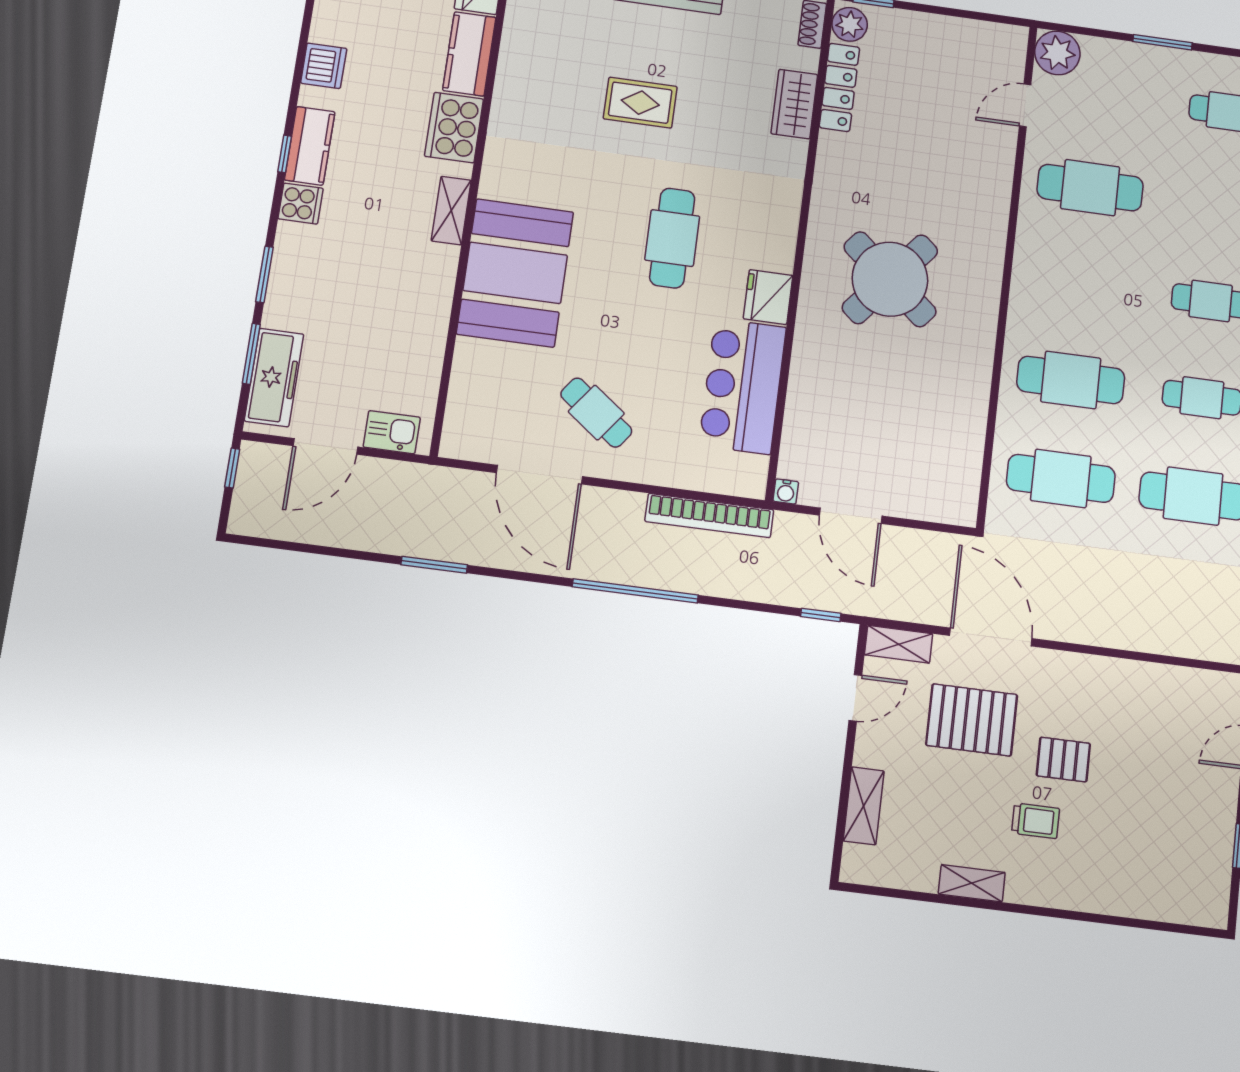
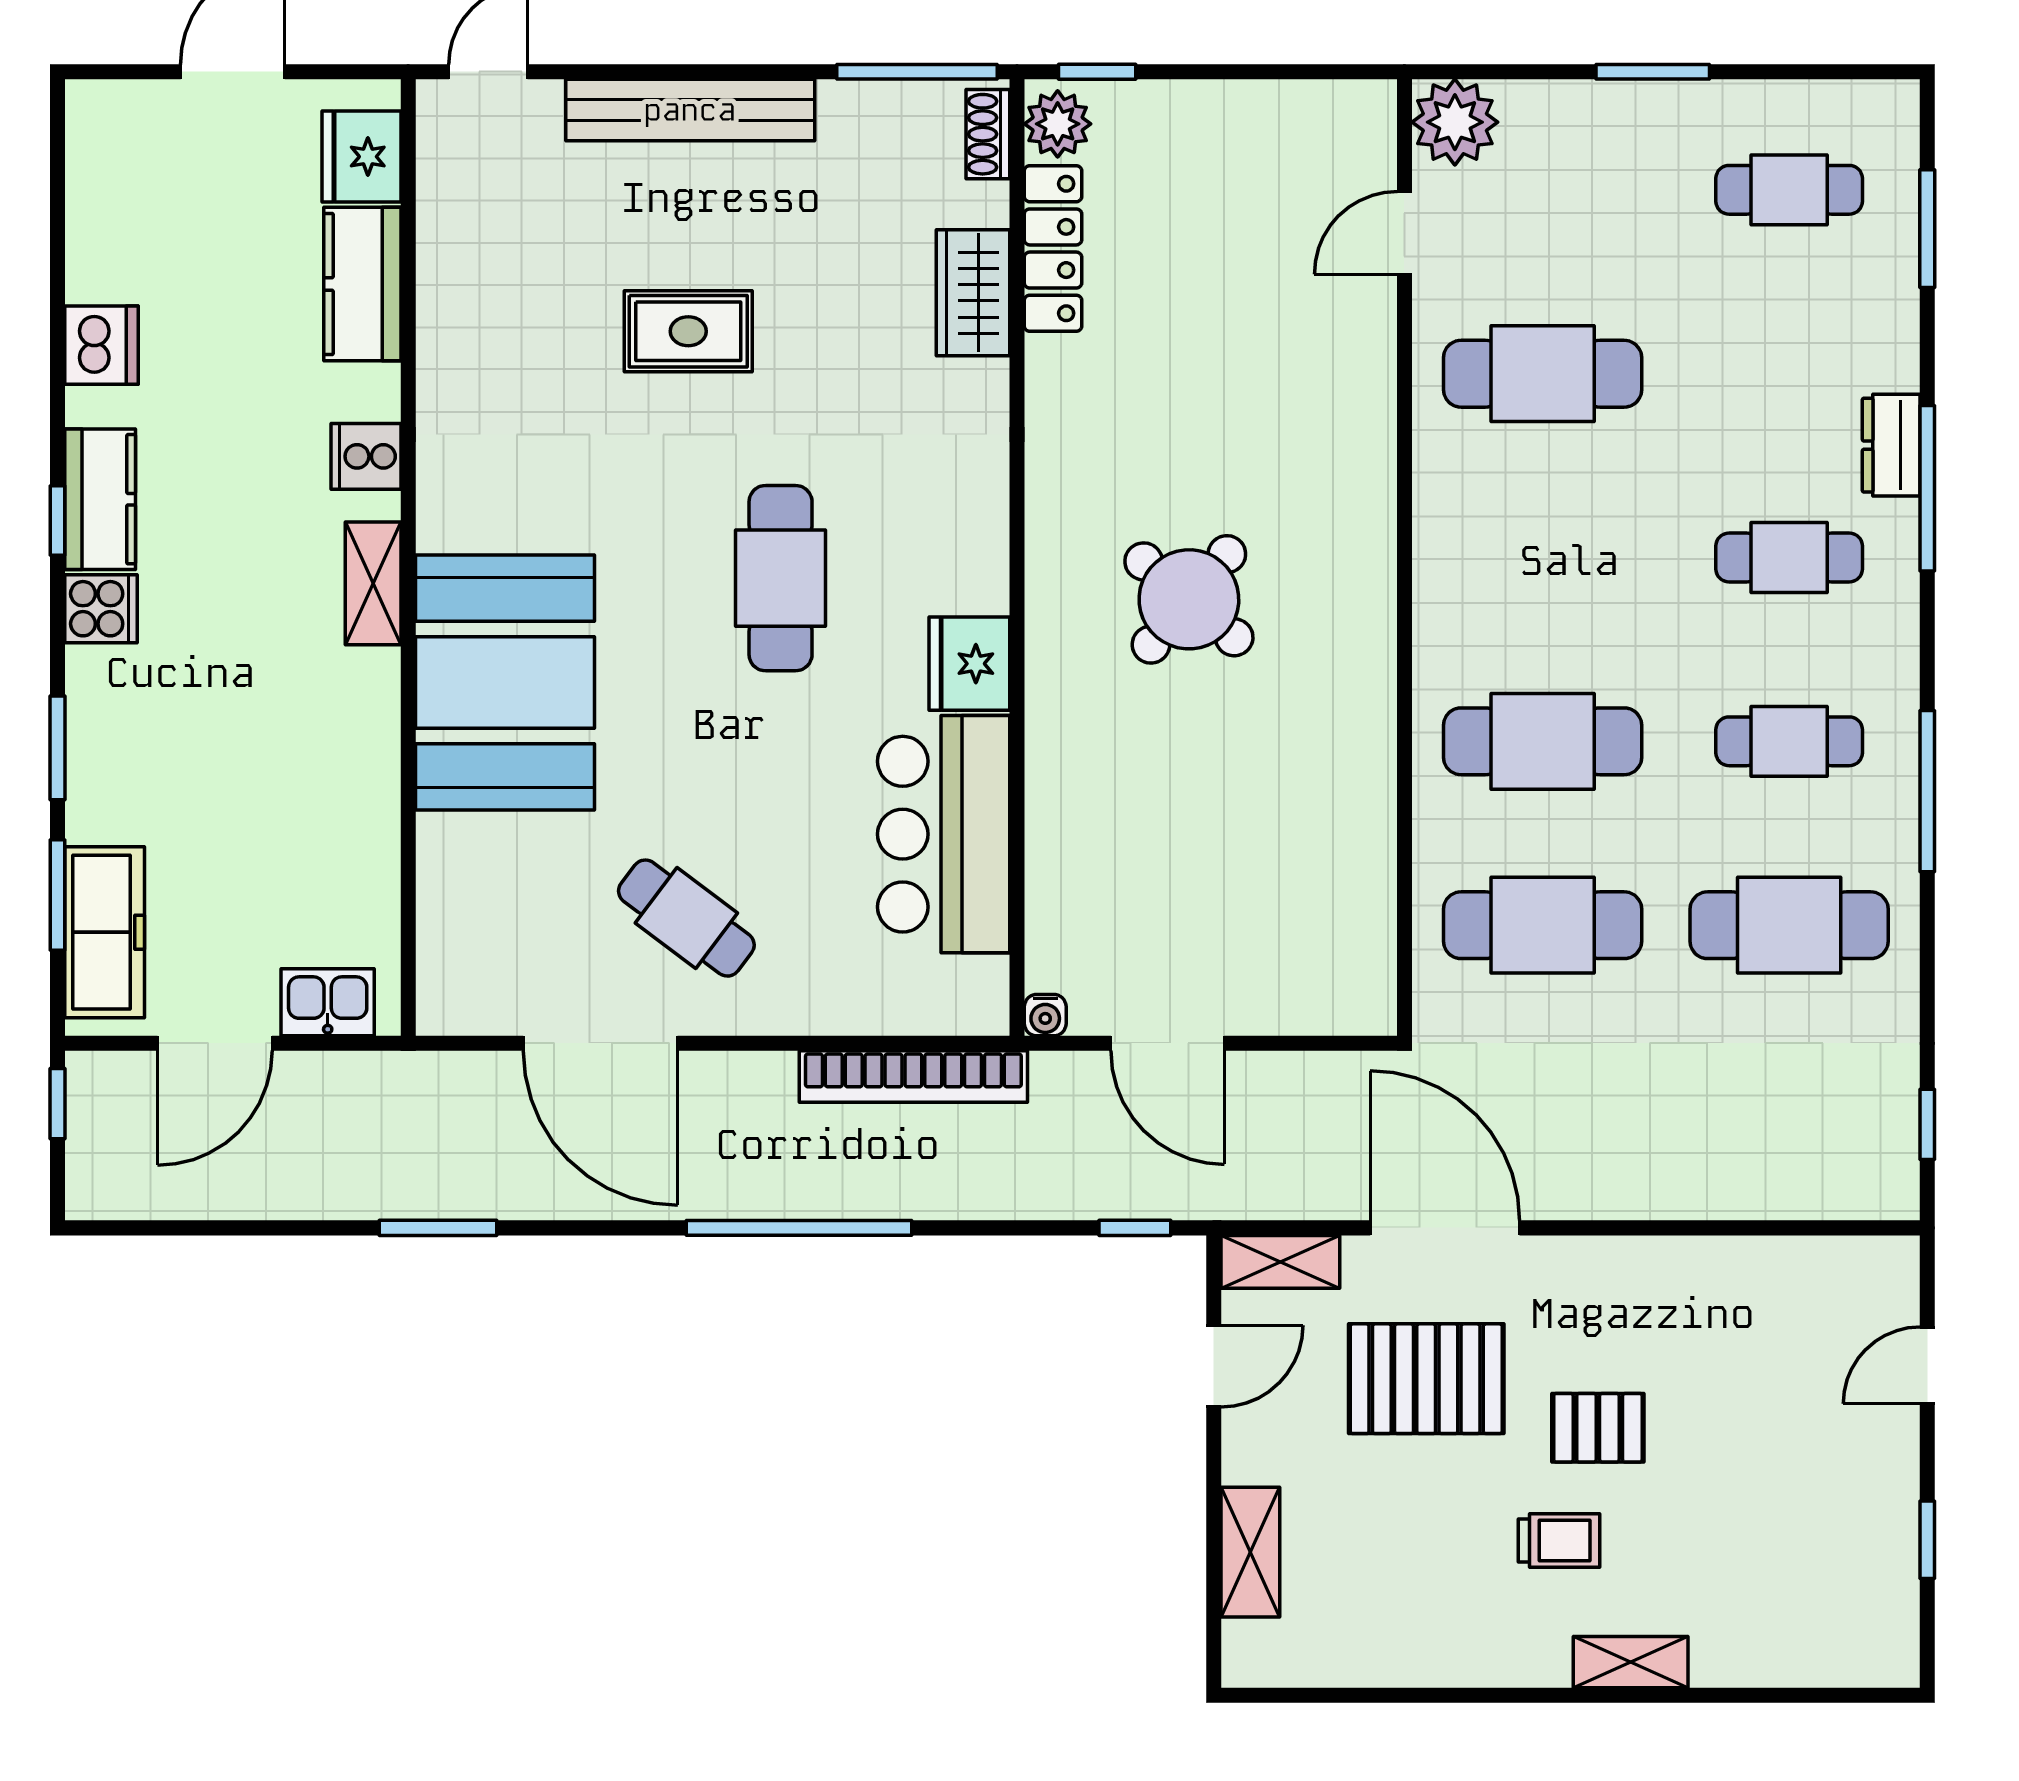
cooker: (454, 128) -> (366, 456), width x0.53, depth x0.76
round table: (890, 279) -> (1189, 599), width x0.73, depth x0.73
shelving: (972, 883) -> (1631, 1662), moved

